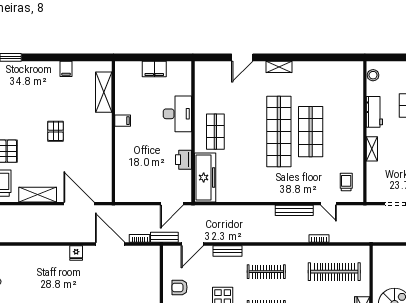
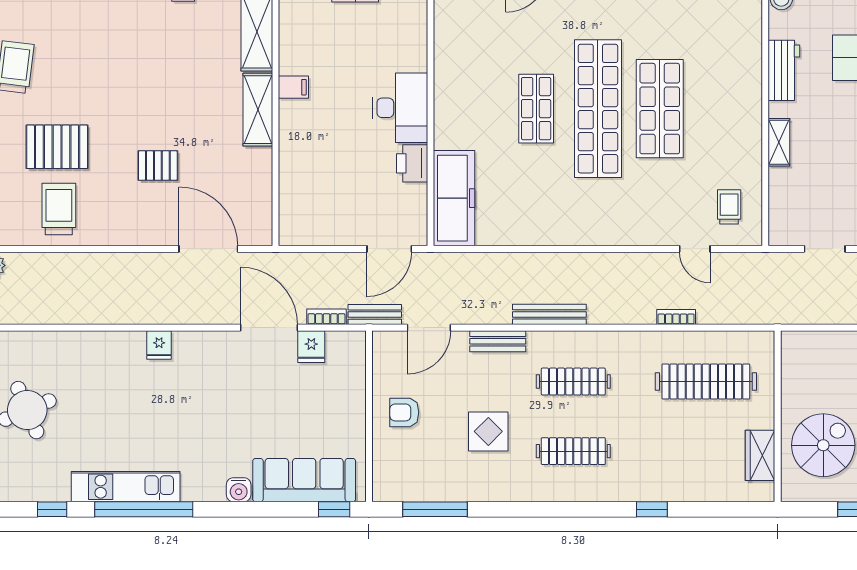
desk: (177, 114) -> (400, 108), moved
pallet: (56, 131) -> (158, 166), moved, turned 90
shop shelf: (215, 132) -> (536, 109), moved
shelving: (38, 195) -> (258, 110), moved, turned 90
bench: (294, 210) -> (549, 314), moved
fridge: (76, 253) -> (159, 345), moved
fridge: (132, 254) -> (311, 347), added

